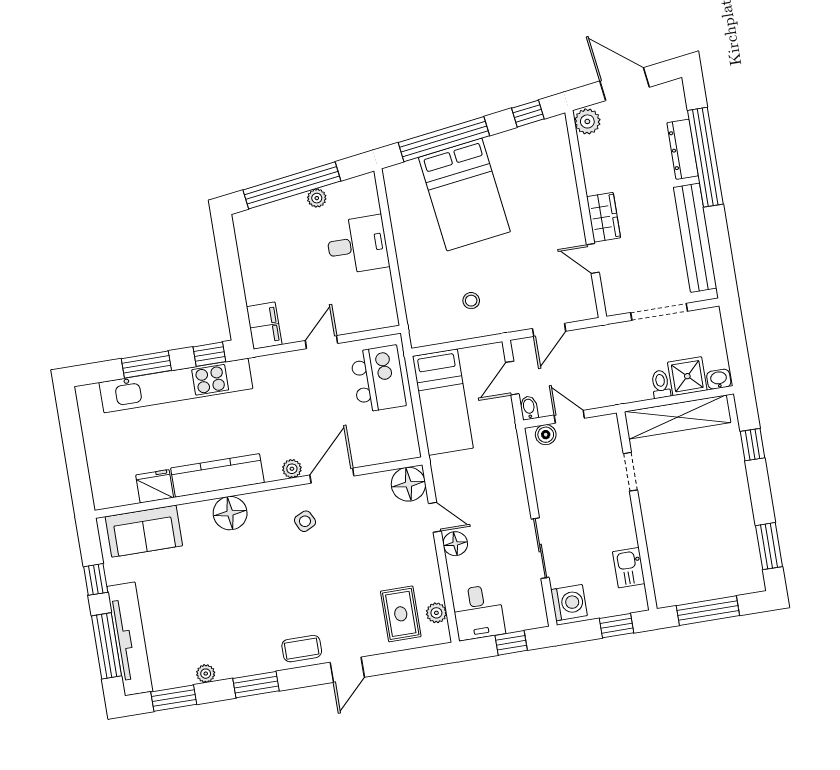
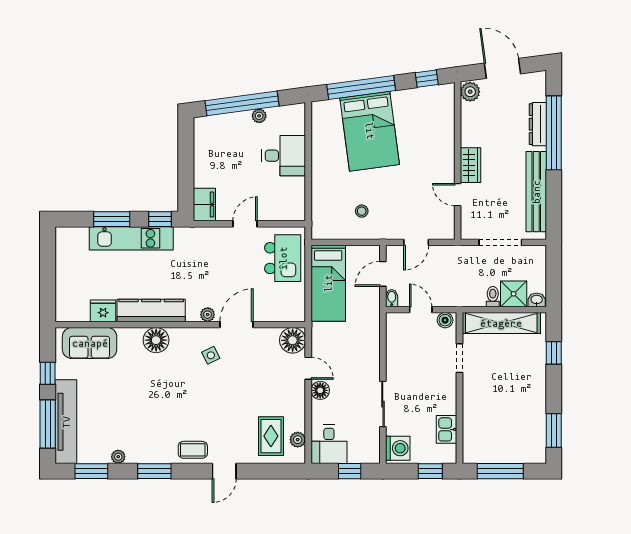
kitchen unit: (176, 385) -> (131, 238), width x0.73
boiler: (546, 435) -> (445, 320), moved

